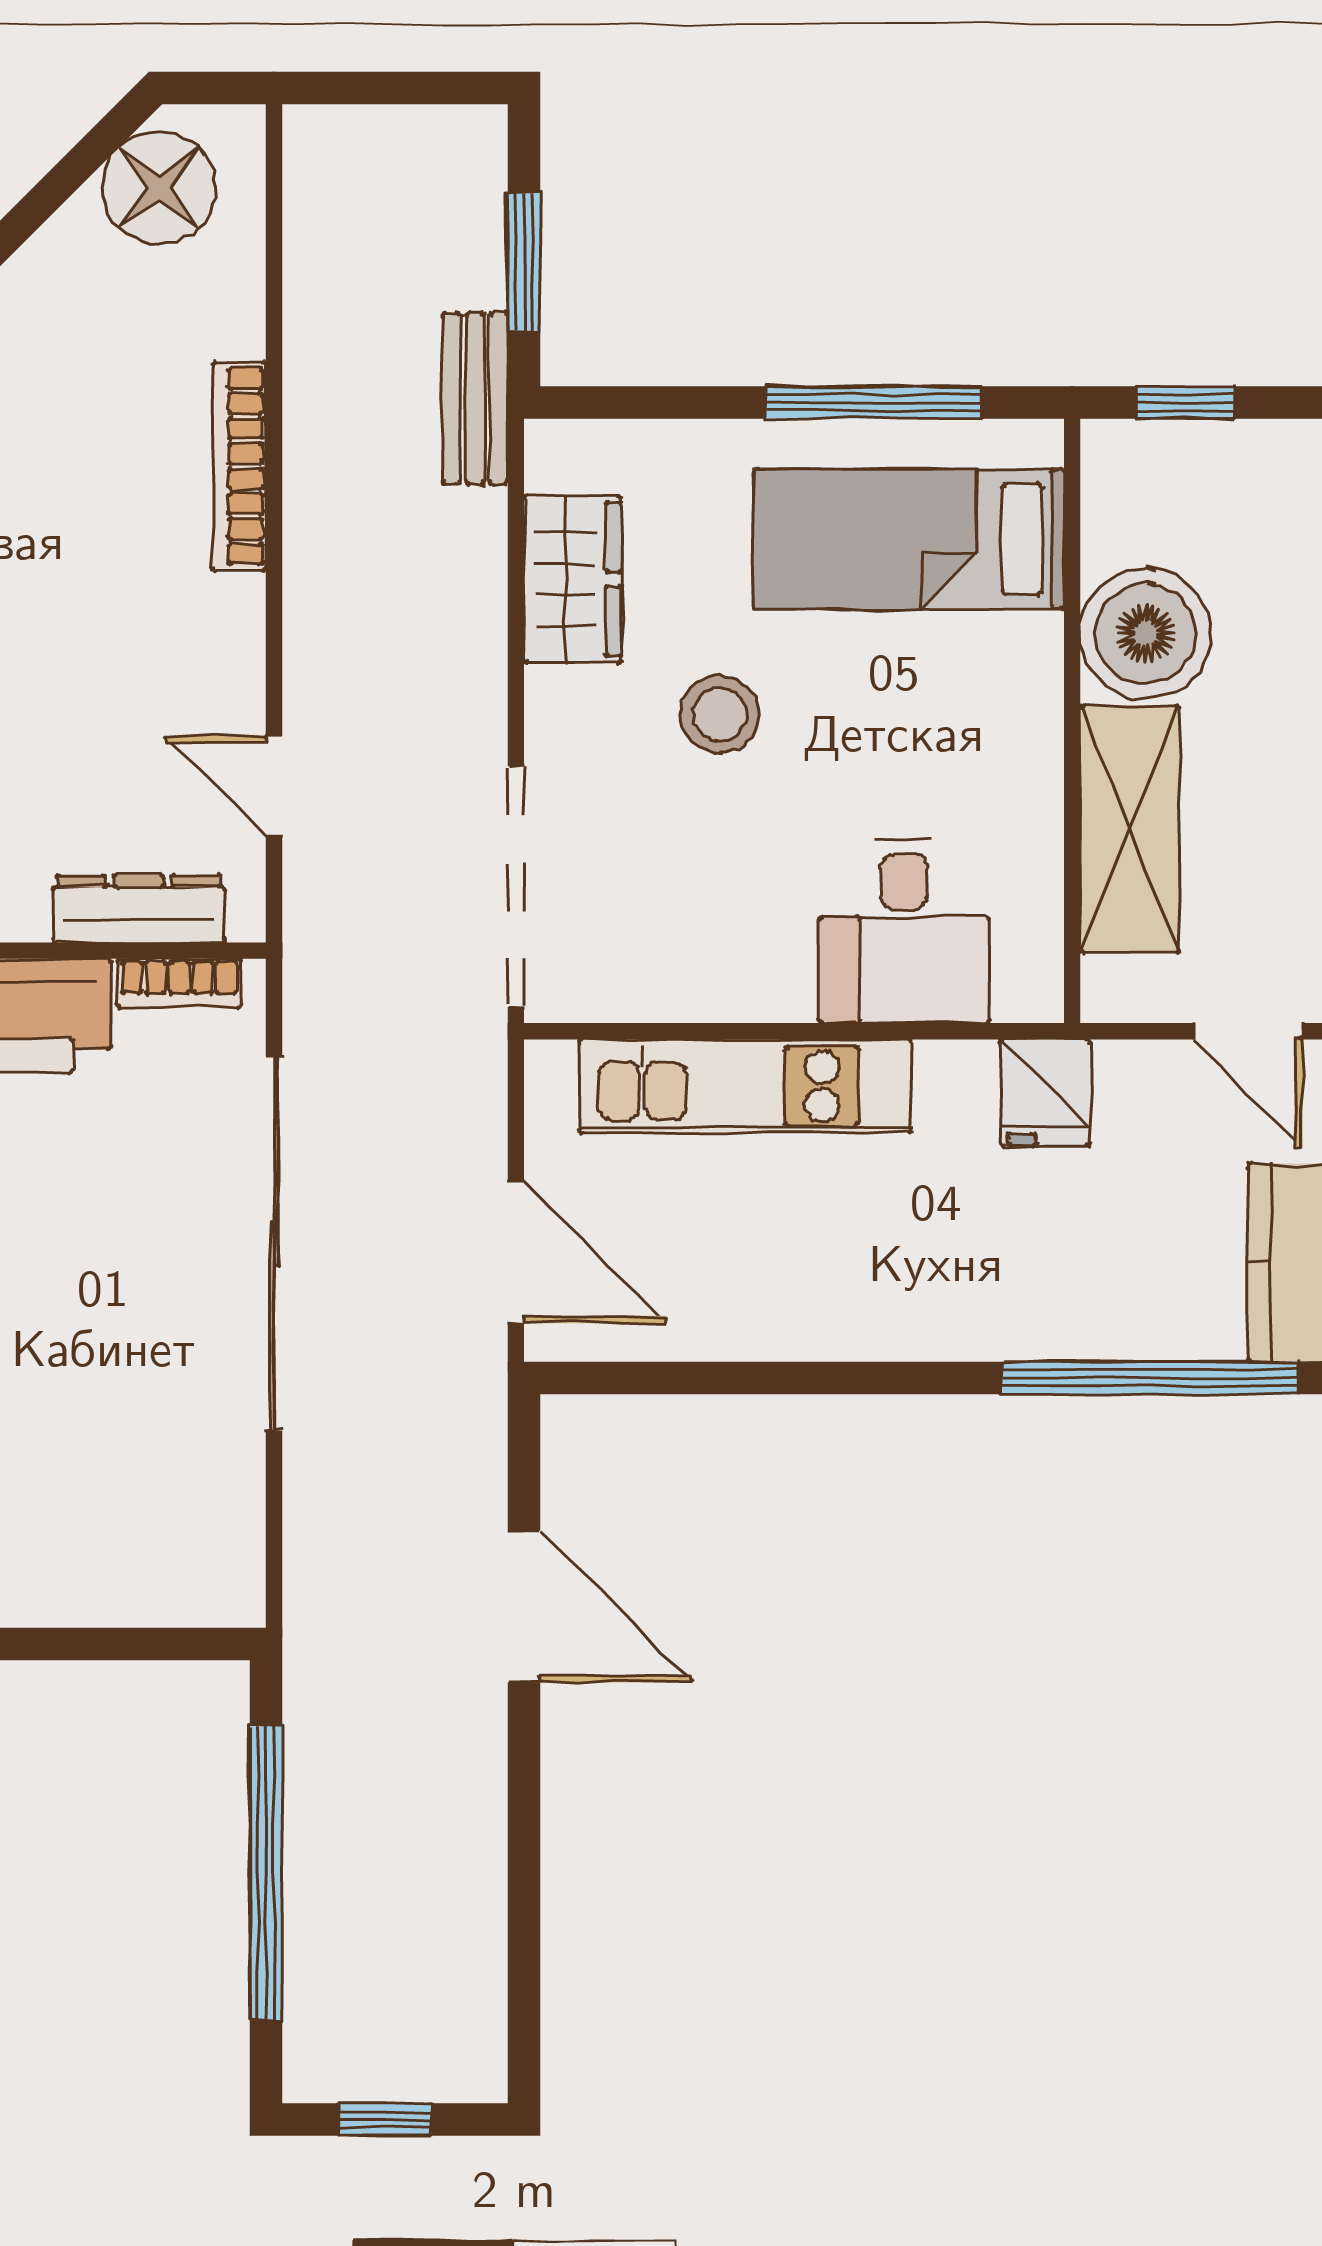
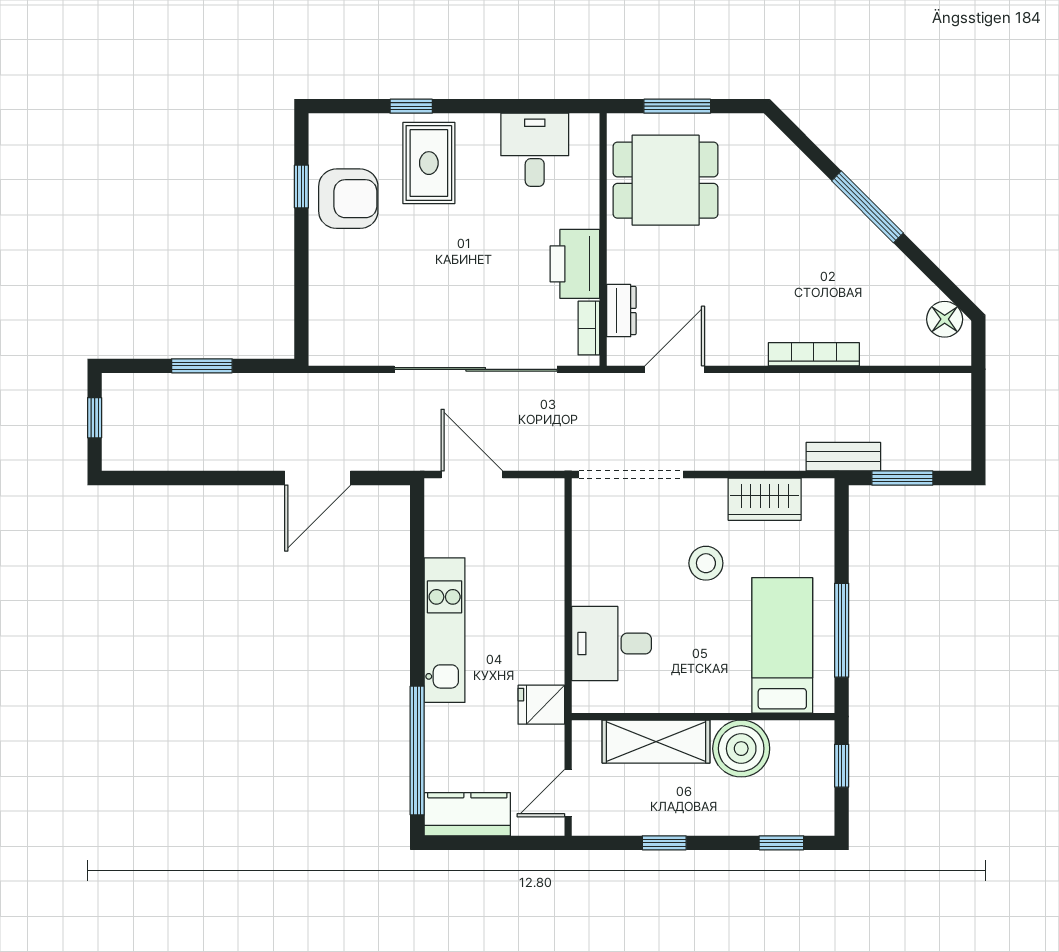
floor lamp: (159, 188) -> (945, 319), width x0.73, depth x0.73
door: (274, 786) -> (675, 369), width x1.38
dresser: (139, 909) -> (621, 311), width x0.70
kitchen unit: (745, 1086) -> (445, 630), moved, turned 180
door: (516, 1252) -> (472, 475), swing flipped
window: (266, 1873) -> (202, 366), width x0.47

